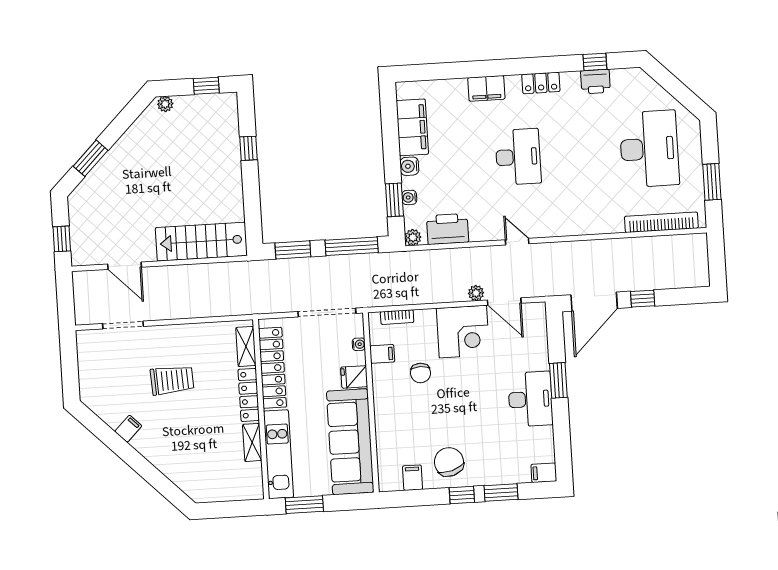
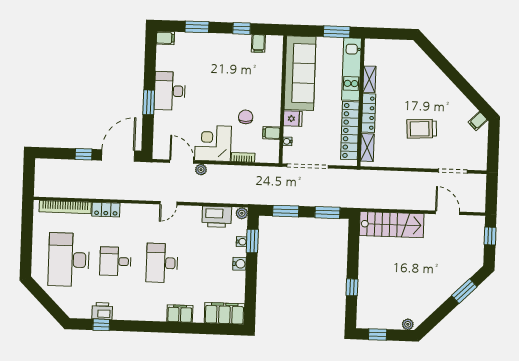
locker: (541, 83) -> (106, 210), moved, turned 180
filing cabinet: (412, 127) -> (224, 313), moved, turned 90
desk: (584, 153) -> (115, 261), added
window: (712, 182) -> (27, 232), removed
door: (517, 242) -> (168, 203), hinge flipped
window: (352, 246) -> (286, 211), width x0.69
bookcase: (397, 317) -> (243, 157), moved
filing cabinet: (128, 429) -> (478, 121), moved
chair: (449, 462) -> (232, 52), removed
window: (462, 495) -> (242, 28), moved

